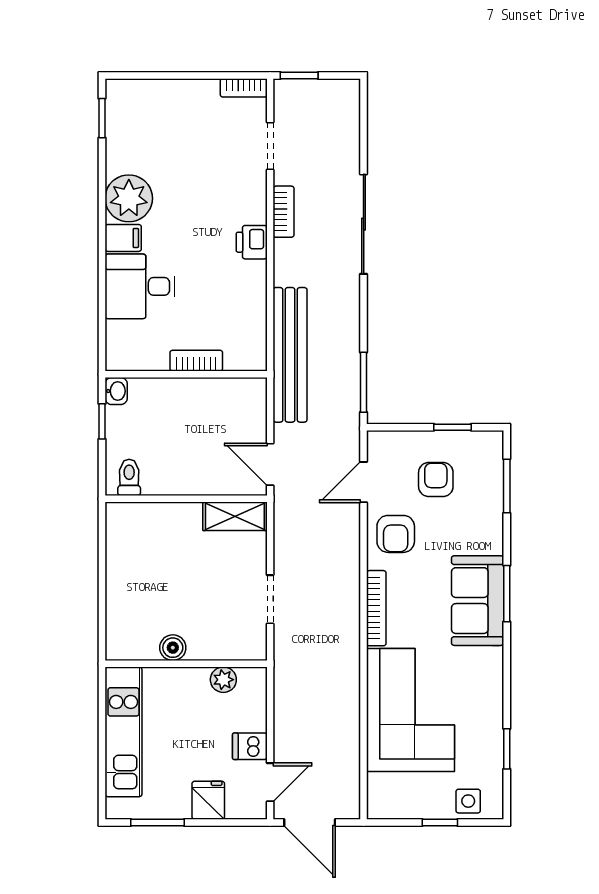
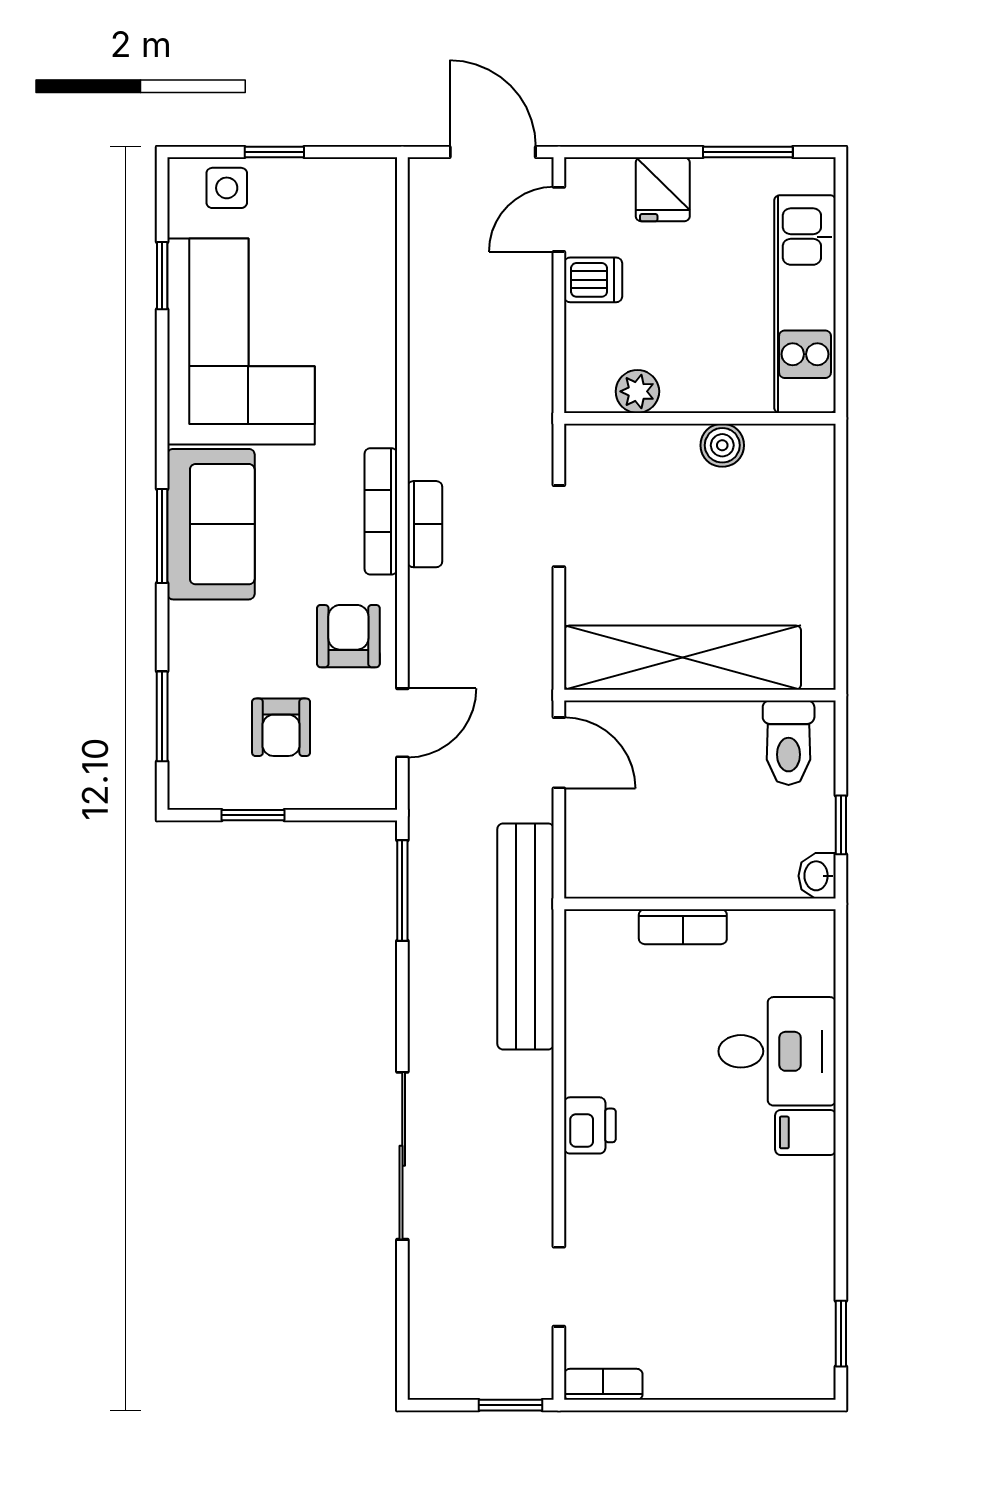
plant: (129, 198) -> (796, 1199), removed
bookcase: (284, 212) -> (425, 524), moved, turned 180
toilet: (129, 477) -> (789, 743), width x1.37, depth x1.39
shelving: (235, 516) -> (683, 658), width x2.20, depth x1.33
corner sofa: (411, 710) -> (241, 341), moved, turned 180

